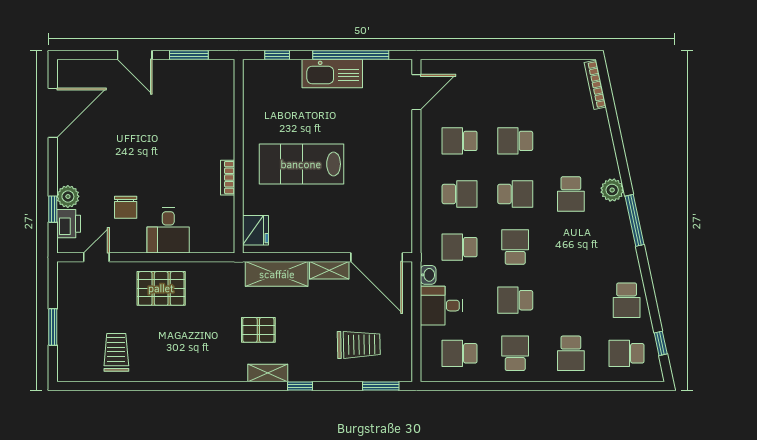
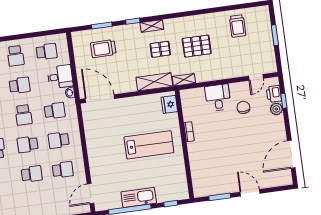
shelving: (329, 270) -> (184, 80), moved
pallet: (161, 288) -> (197, 46), moved
window: (381, 386) -> (102, 25), moved

